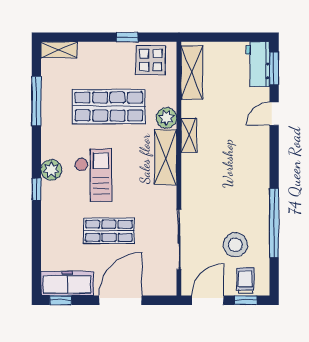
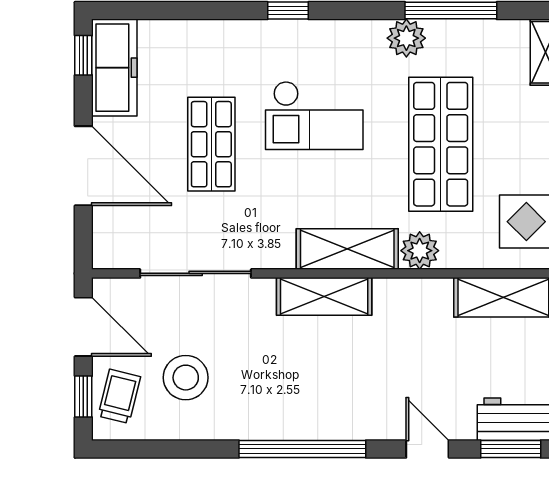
shelving: (189, 135) -> (324, 296), moved, width x1.50, depth x1.33
plant: (51, 170) -> (406, 38), moved
window: (274, 223) -> (302, 449), moved
trolley: (246, 281) -> (119, 396), turned -76

